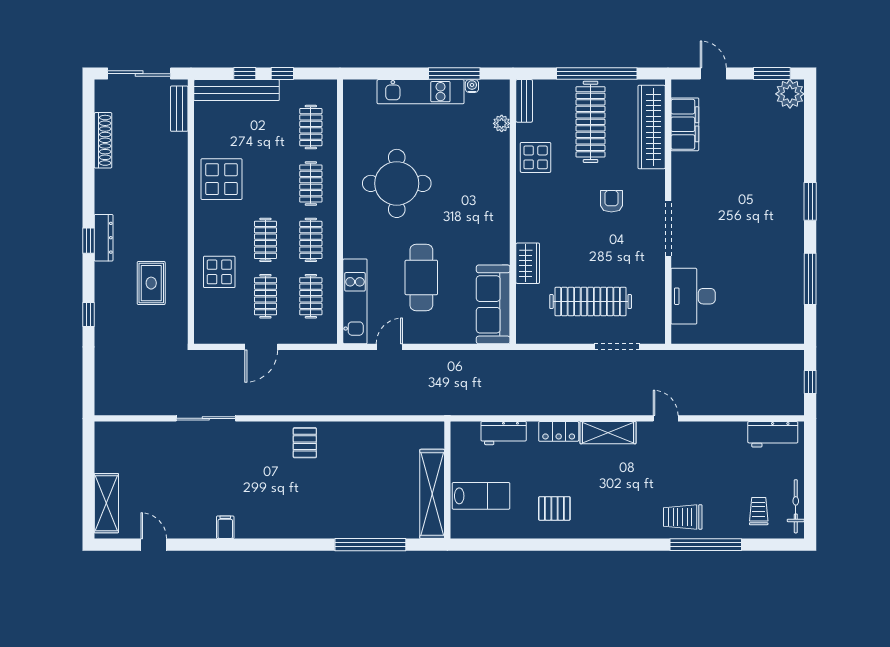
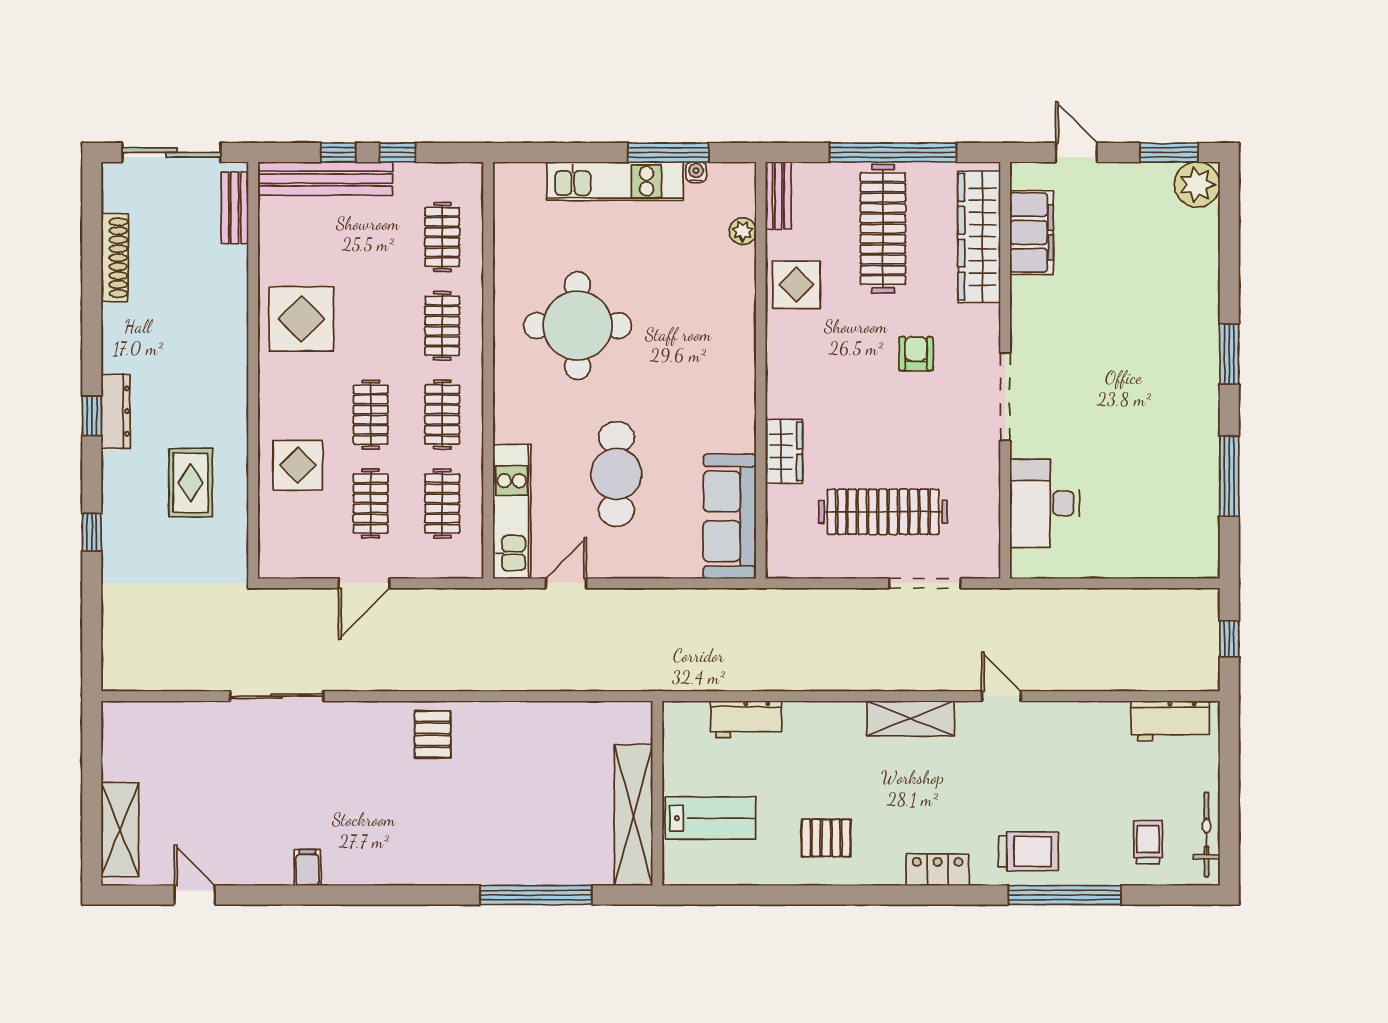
locker: (559, 431) -> (938, 870), moved, turned 180
trolley: (683, 517) -> (1028, 851), turned 180

